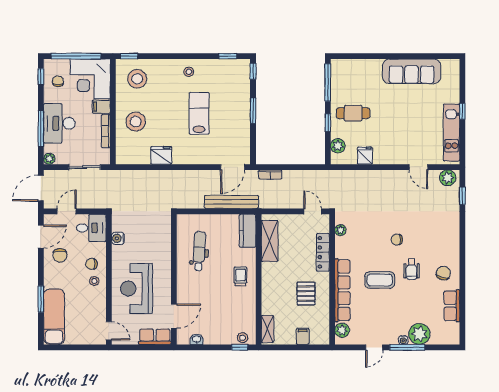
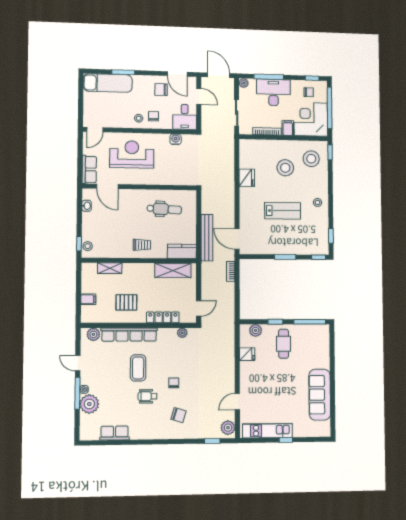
stool: (136, 122) -> (285, 168), moved
chair: (443, 273) -> (179, 415), moved
shelving: (267, 329) -> (110, 268), moved

